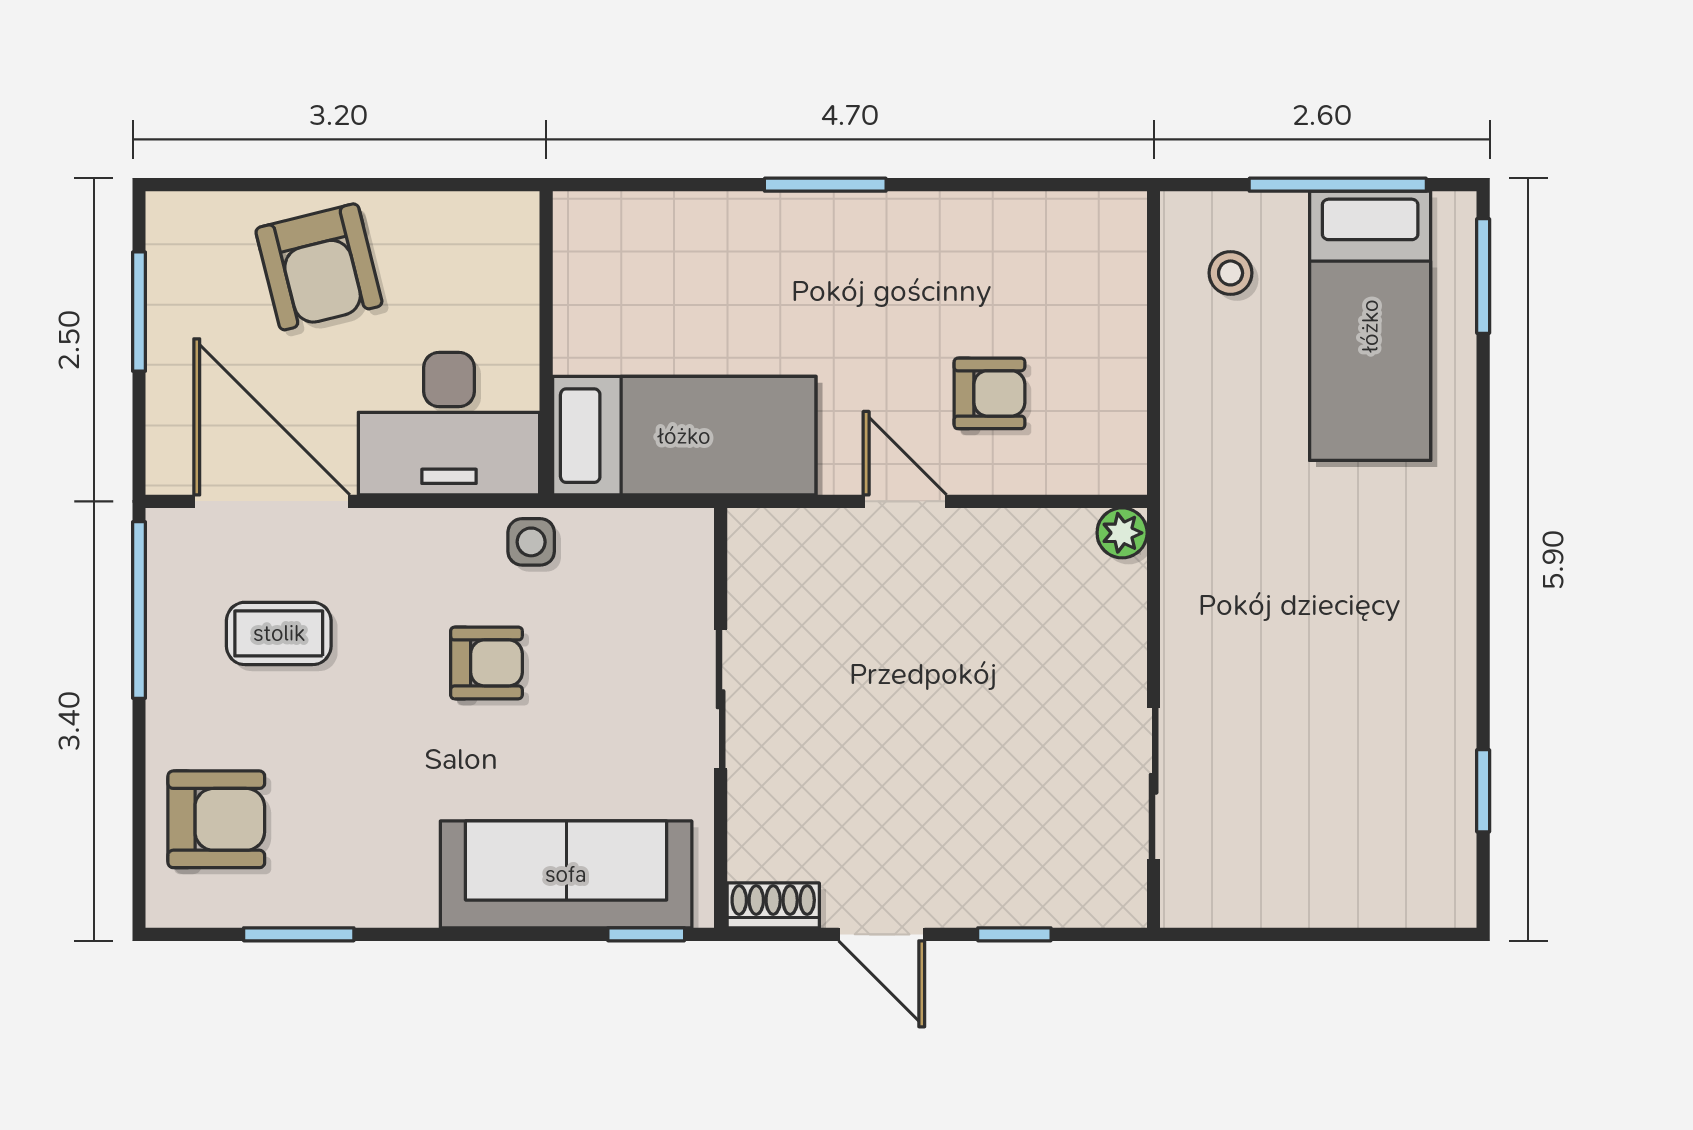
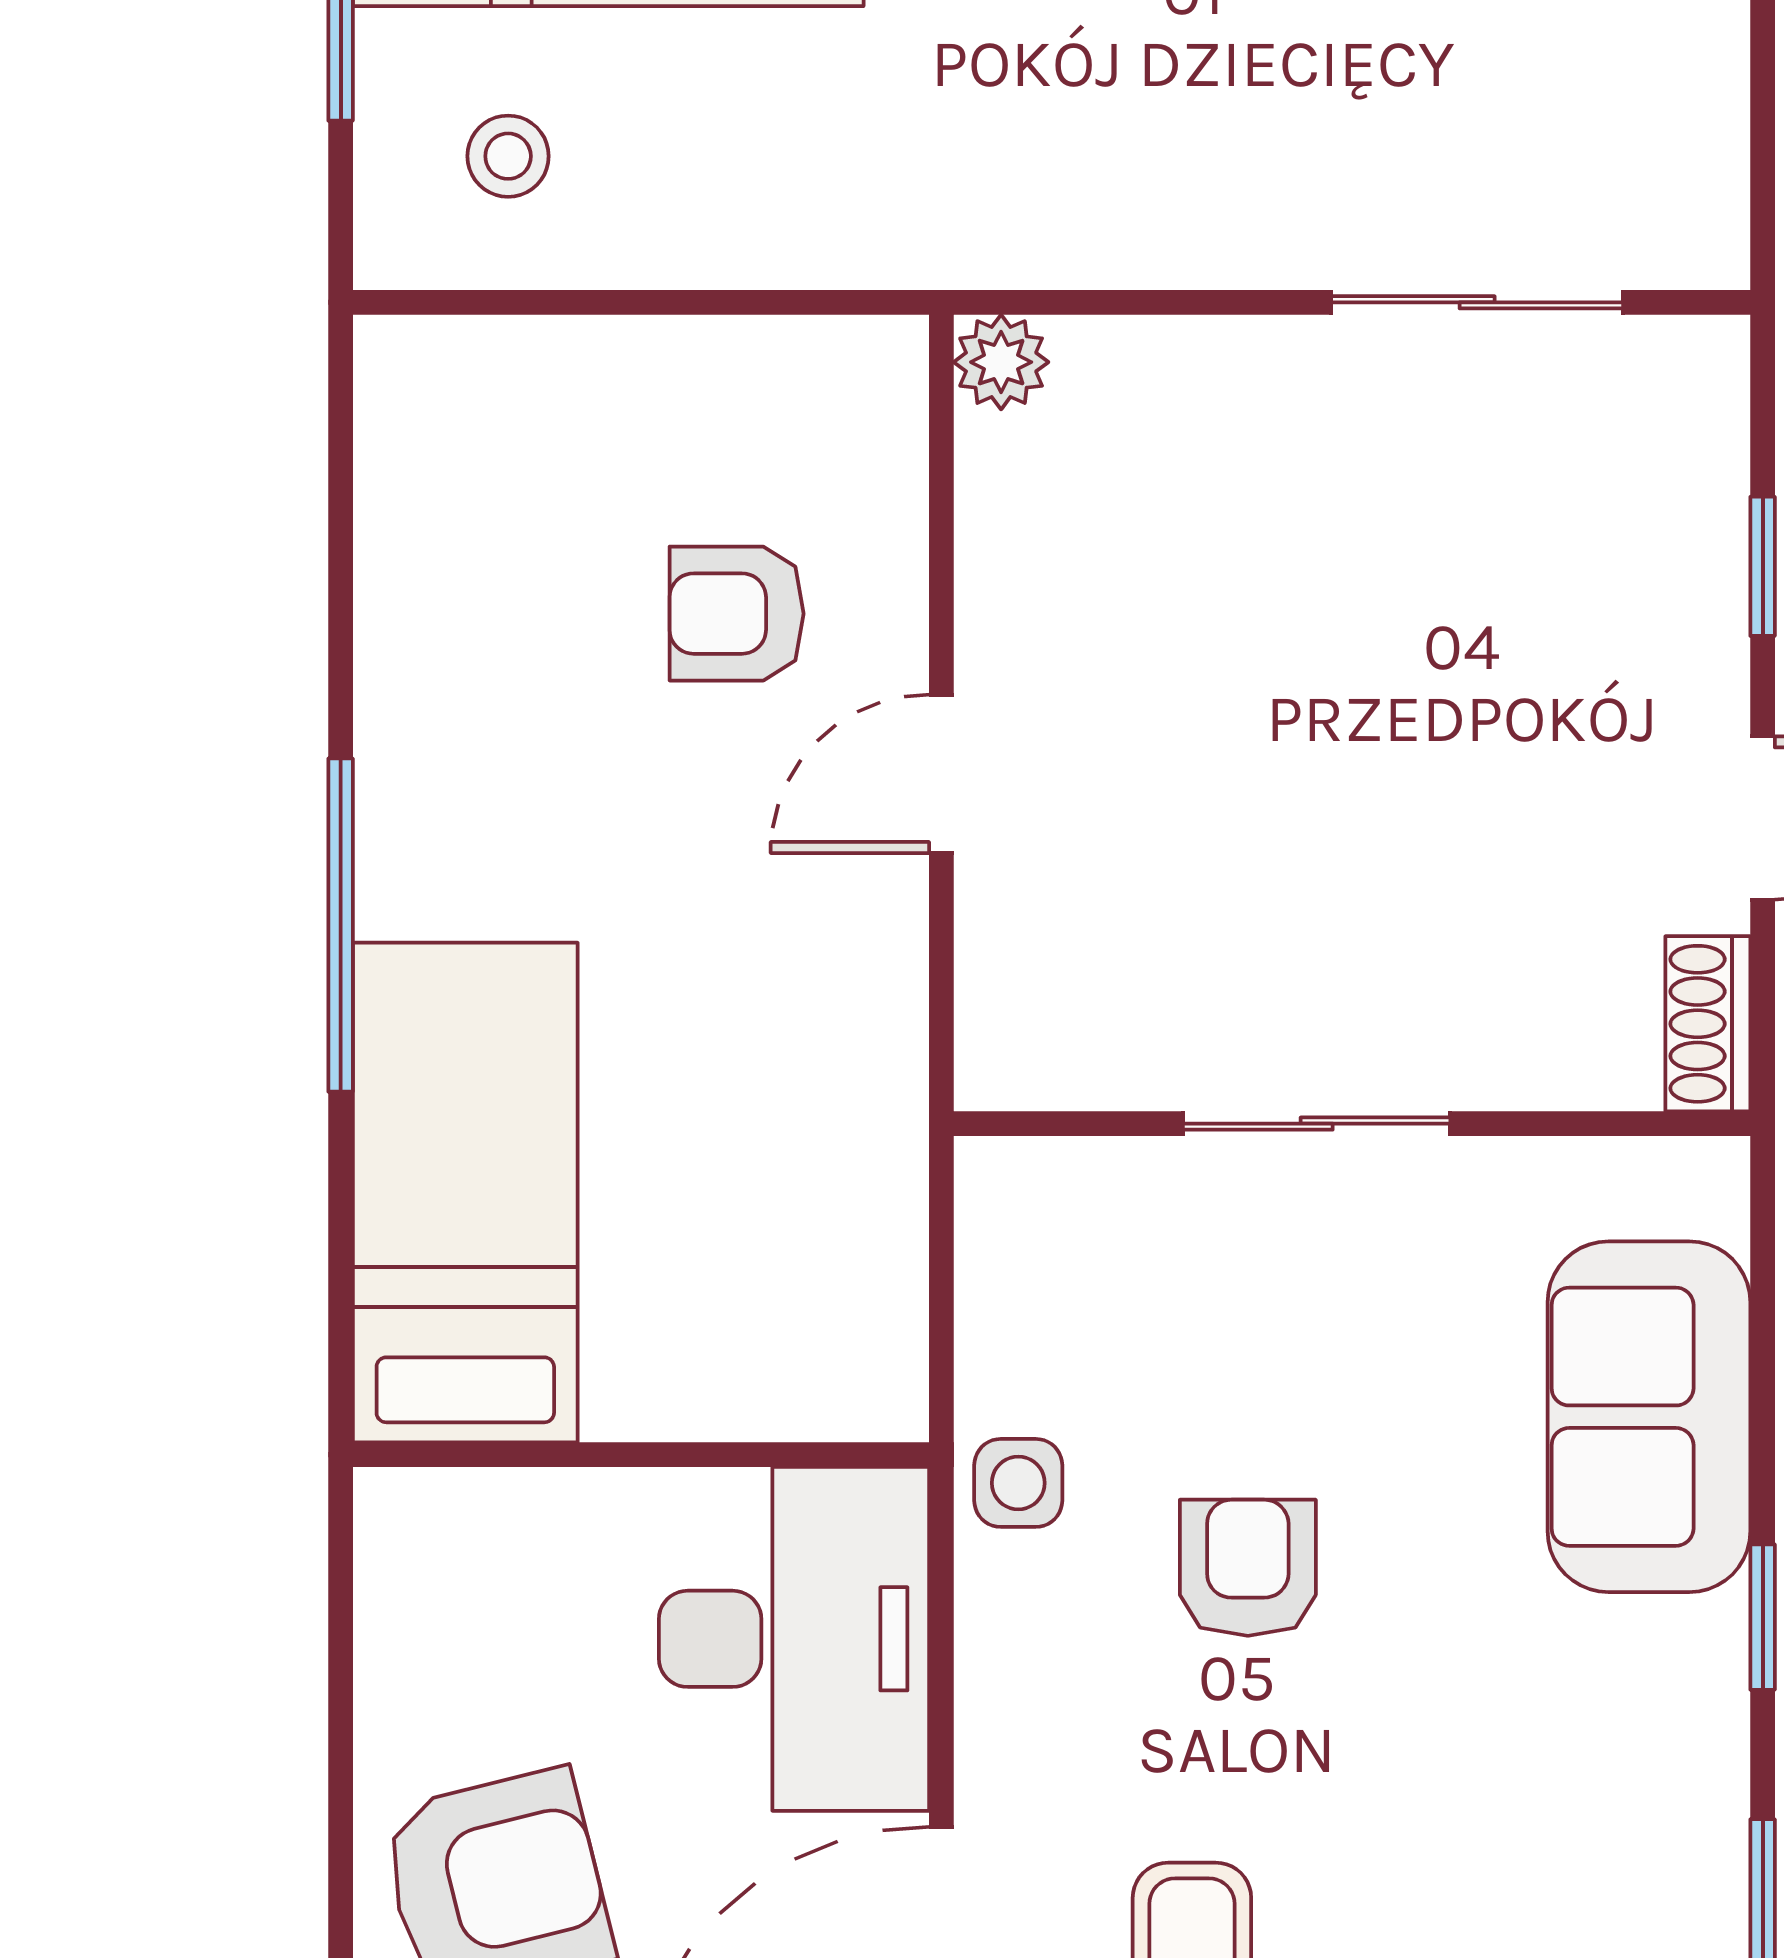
window: (825, 185) -> (341, 925), width x1.44
armchair: (989, 393) -> (737, 614), turned -90
bed: (684, 436) -> (465, 1192), moved
sofa: (566, 874) -> (1649, 1417), width x0.73
window: (646, 934) -> (1763, 1617), moved

